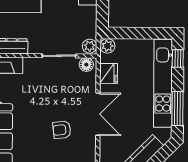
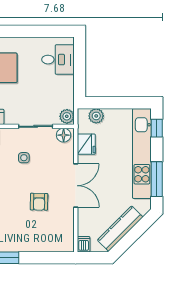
plant: (107, 46) -> (96, 116), moved
side table: (47, 87) -> (24, 158), added
armchair: (62, 130) -> (39, 202), turned -83

